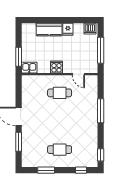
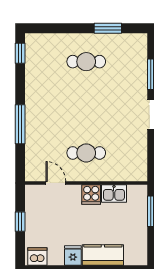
window: (101, 50) -> (20, 222), width x0.46
kitchen sink: (29, 68) -> (114, 194), moved
window: (81, 170) -> (52, 28), removed

